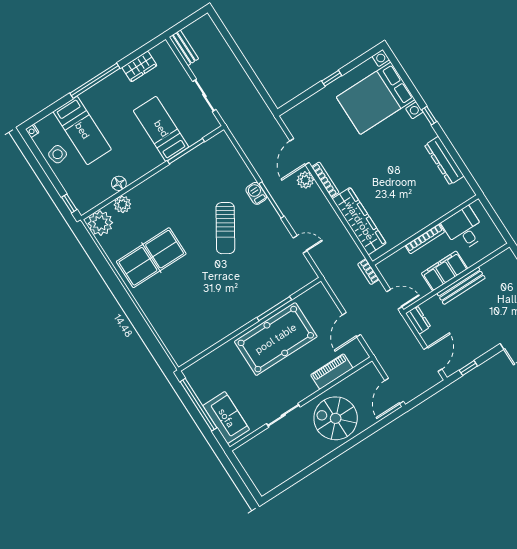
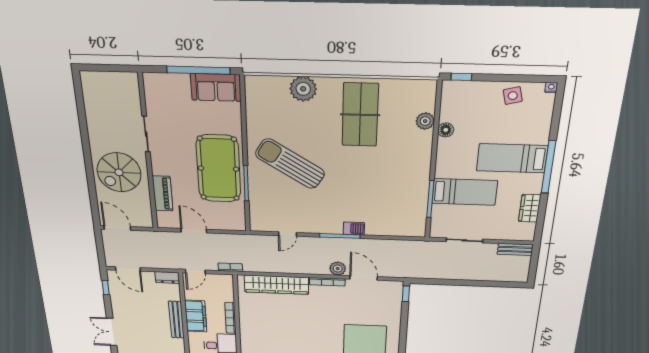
window: (332, 78) -> (406, 294), moved
bed: (82, 131) -> (512, 158), moved
plant: (100, 223) -> (303, 89), moved
sun lounger: (225, 228) -> (290, 164), moved, width x1.36, depth x1.34
sofa: (226, 418) -> (216, 87), moved
spiral stairs: (336, 418) -> (119, 172), turned 180

